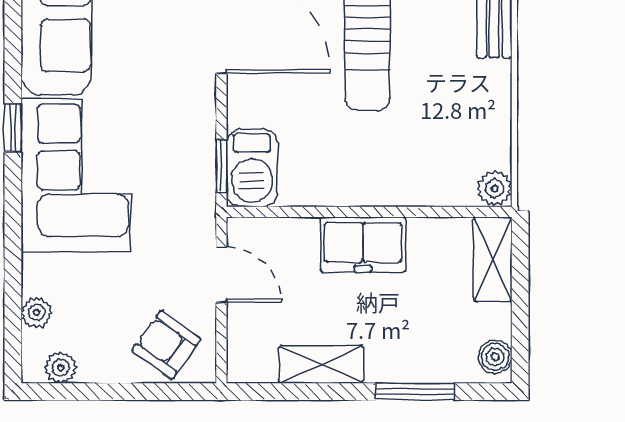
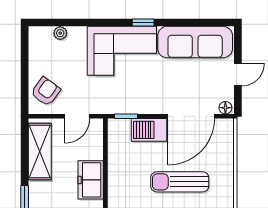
barbecue: (252, 168) -> (149, 130), moved
shelving: (321, 364) -> (40, 152), width x1.50, depth x1.33
plant: (61, 368) -> (35, 44), removed

